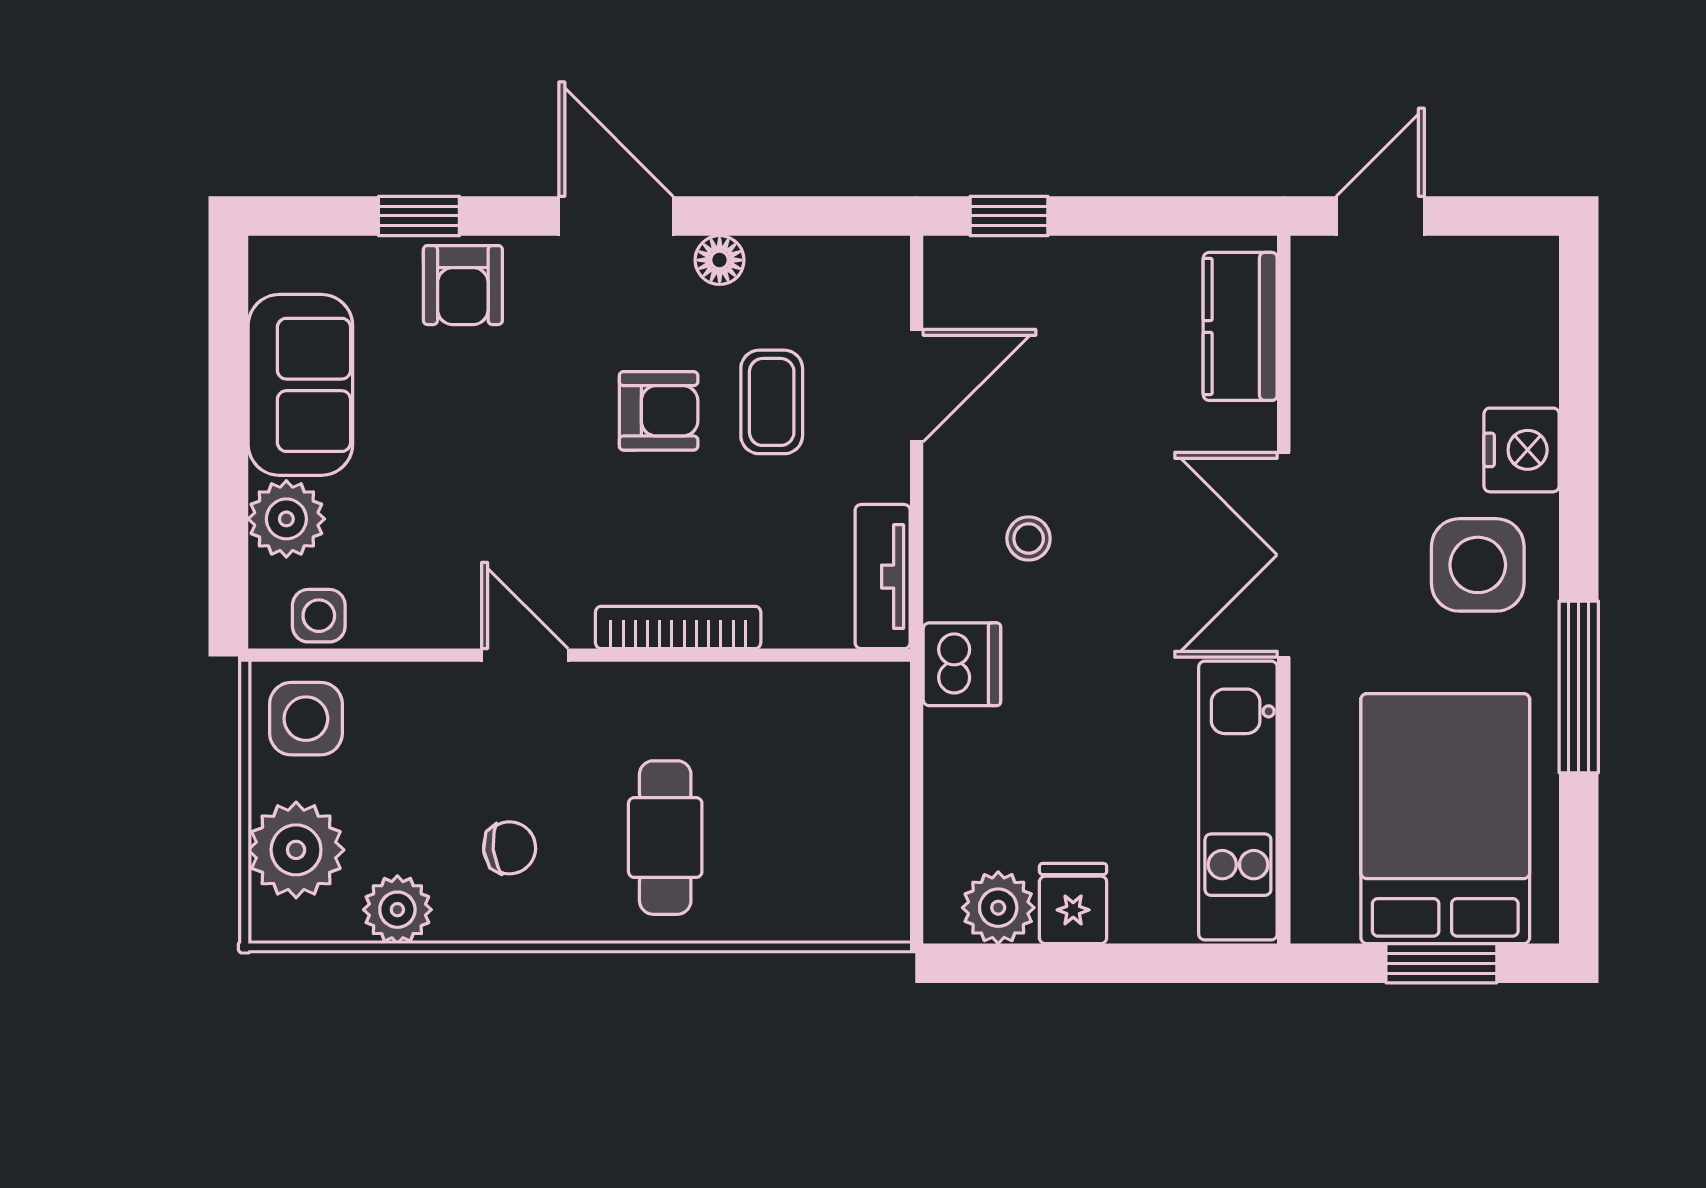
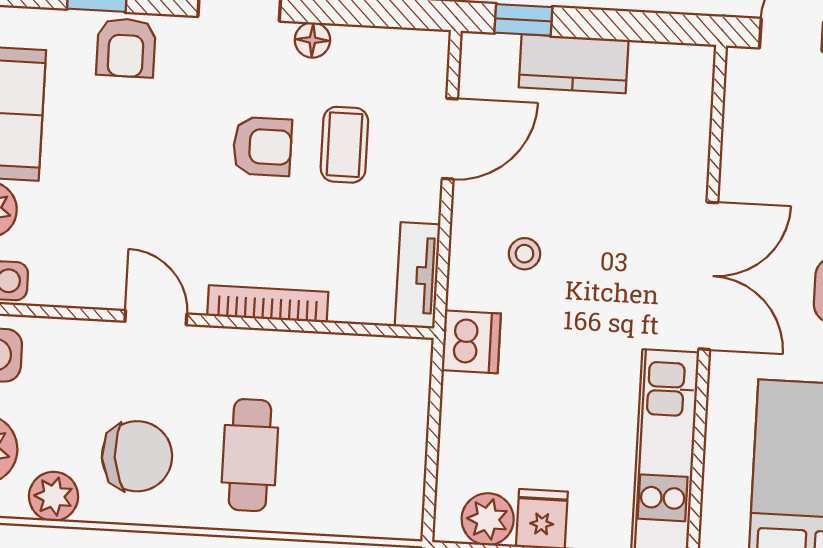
kitchen counter: (1240, 326) -> (574, 64), moved, turned -90
double door: (1284, 555) -> (708, 276), swing flipped
chair: (510, 848) -> (137, 456), width x1.87, depth x1.87

